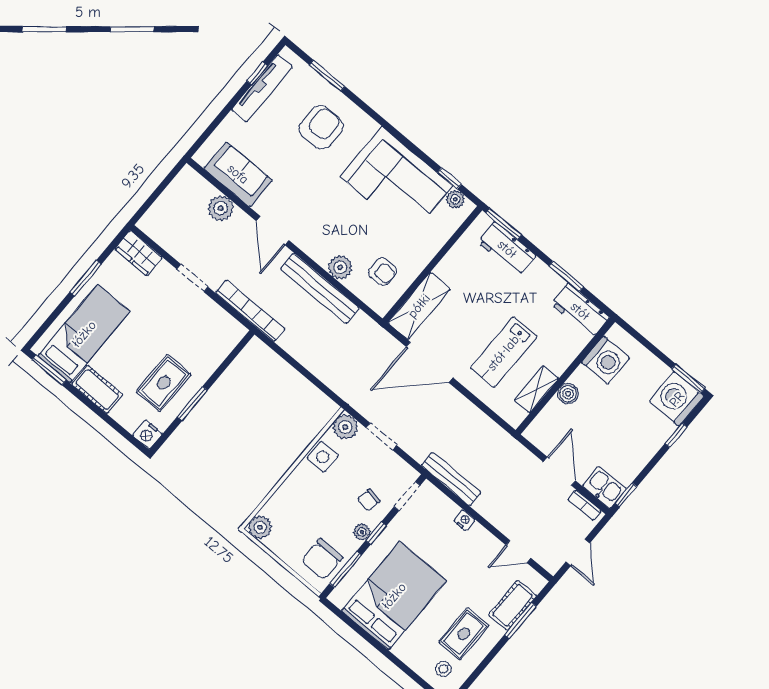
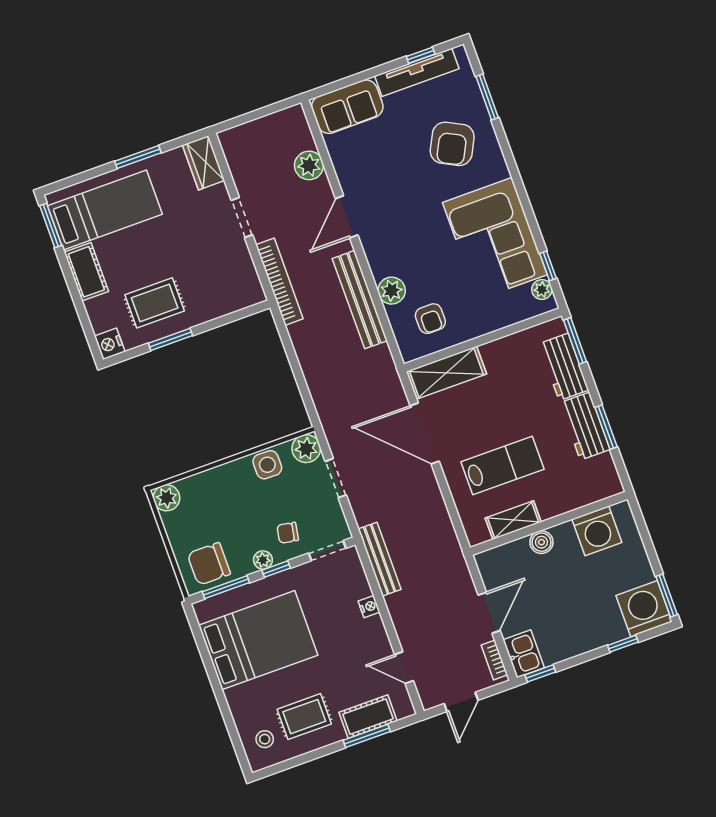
armchair: (321, 127) -> (452, 144), turned 117
sofa: (238, 174) -> (347, 107), moved, turned 90
workbench: (580, 311) -> (585, 426), moved
lab bench: (504, 352) -> (502, 466), turned 180

